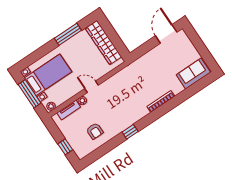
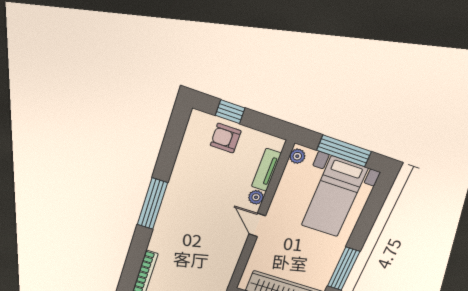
door: (91, 87) -> (257, 225), swing flipped
armchair: (95, 131) -> (226, 138), moved
window: (130, 132) -> (152, 204), width x2.17

